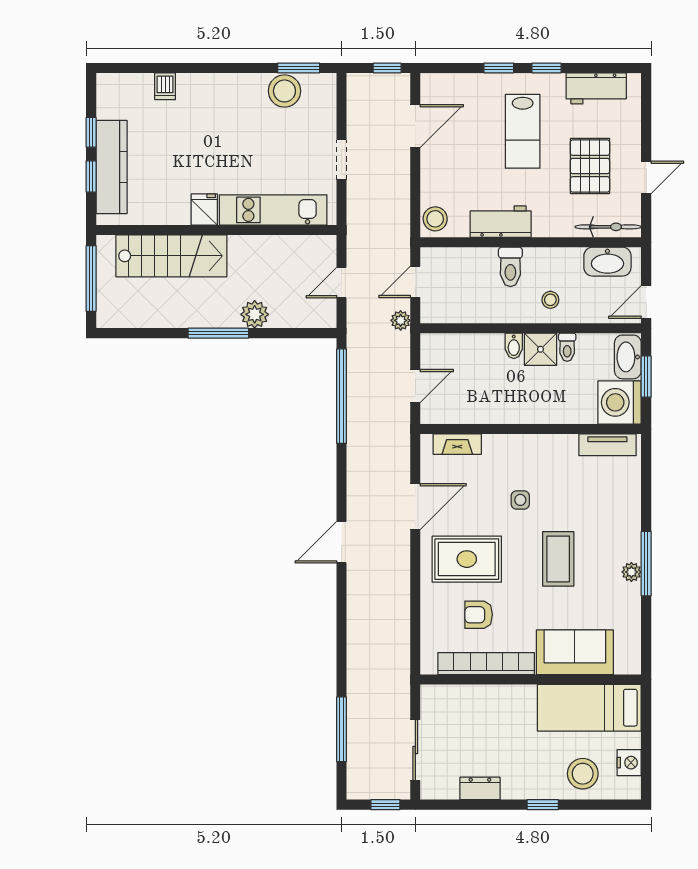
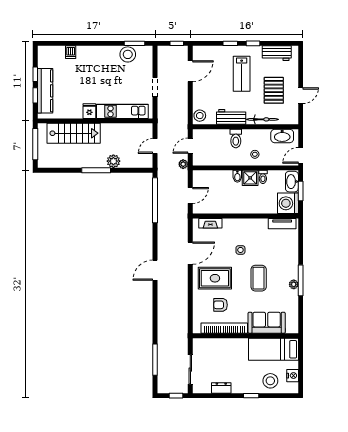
bicycle: (608, 227) -> (262, 119), moved

